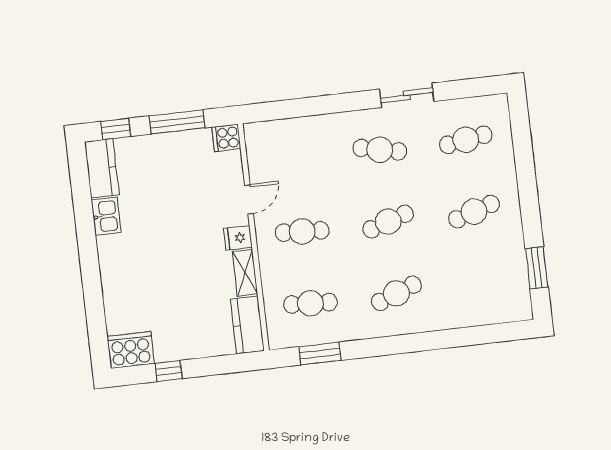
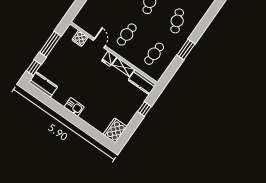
cooker: (226, 138) -> (80, 38), moved
kitchen sink: (106, 216) -> (74, 107), moved
window: (320, 354) -> (186, 49), moved
window: (169, 371) -> (144, 109), moved

